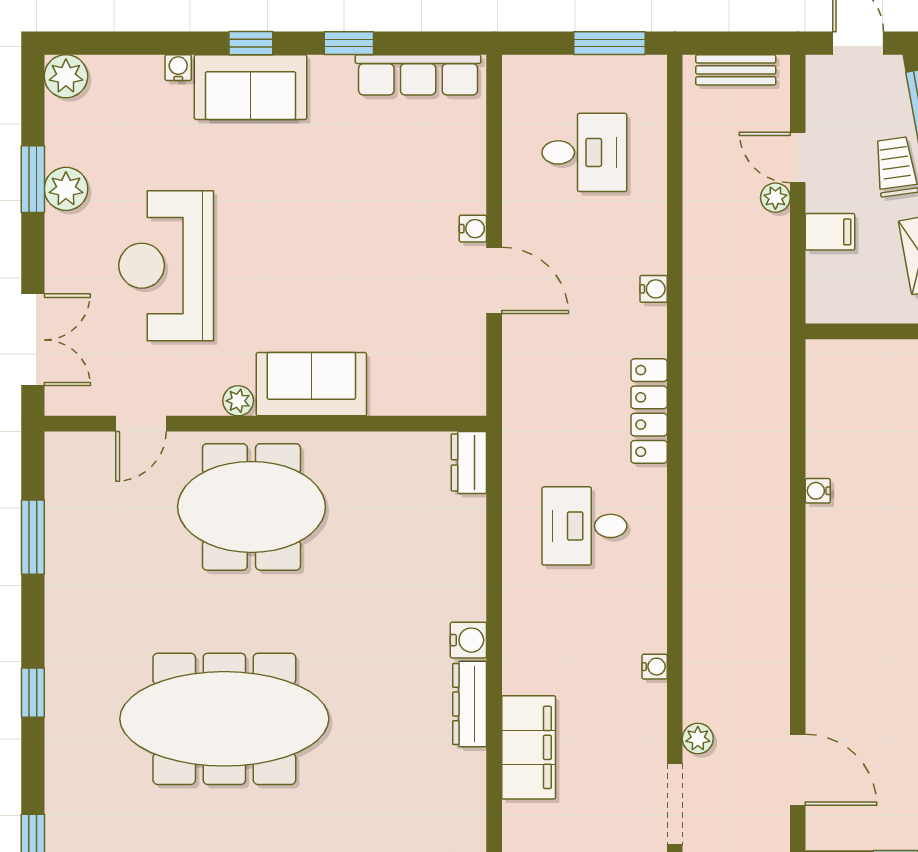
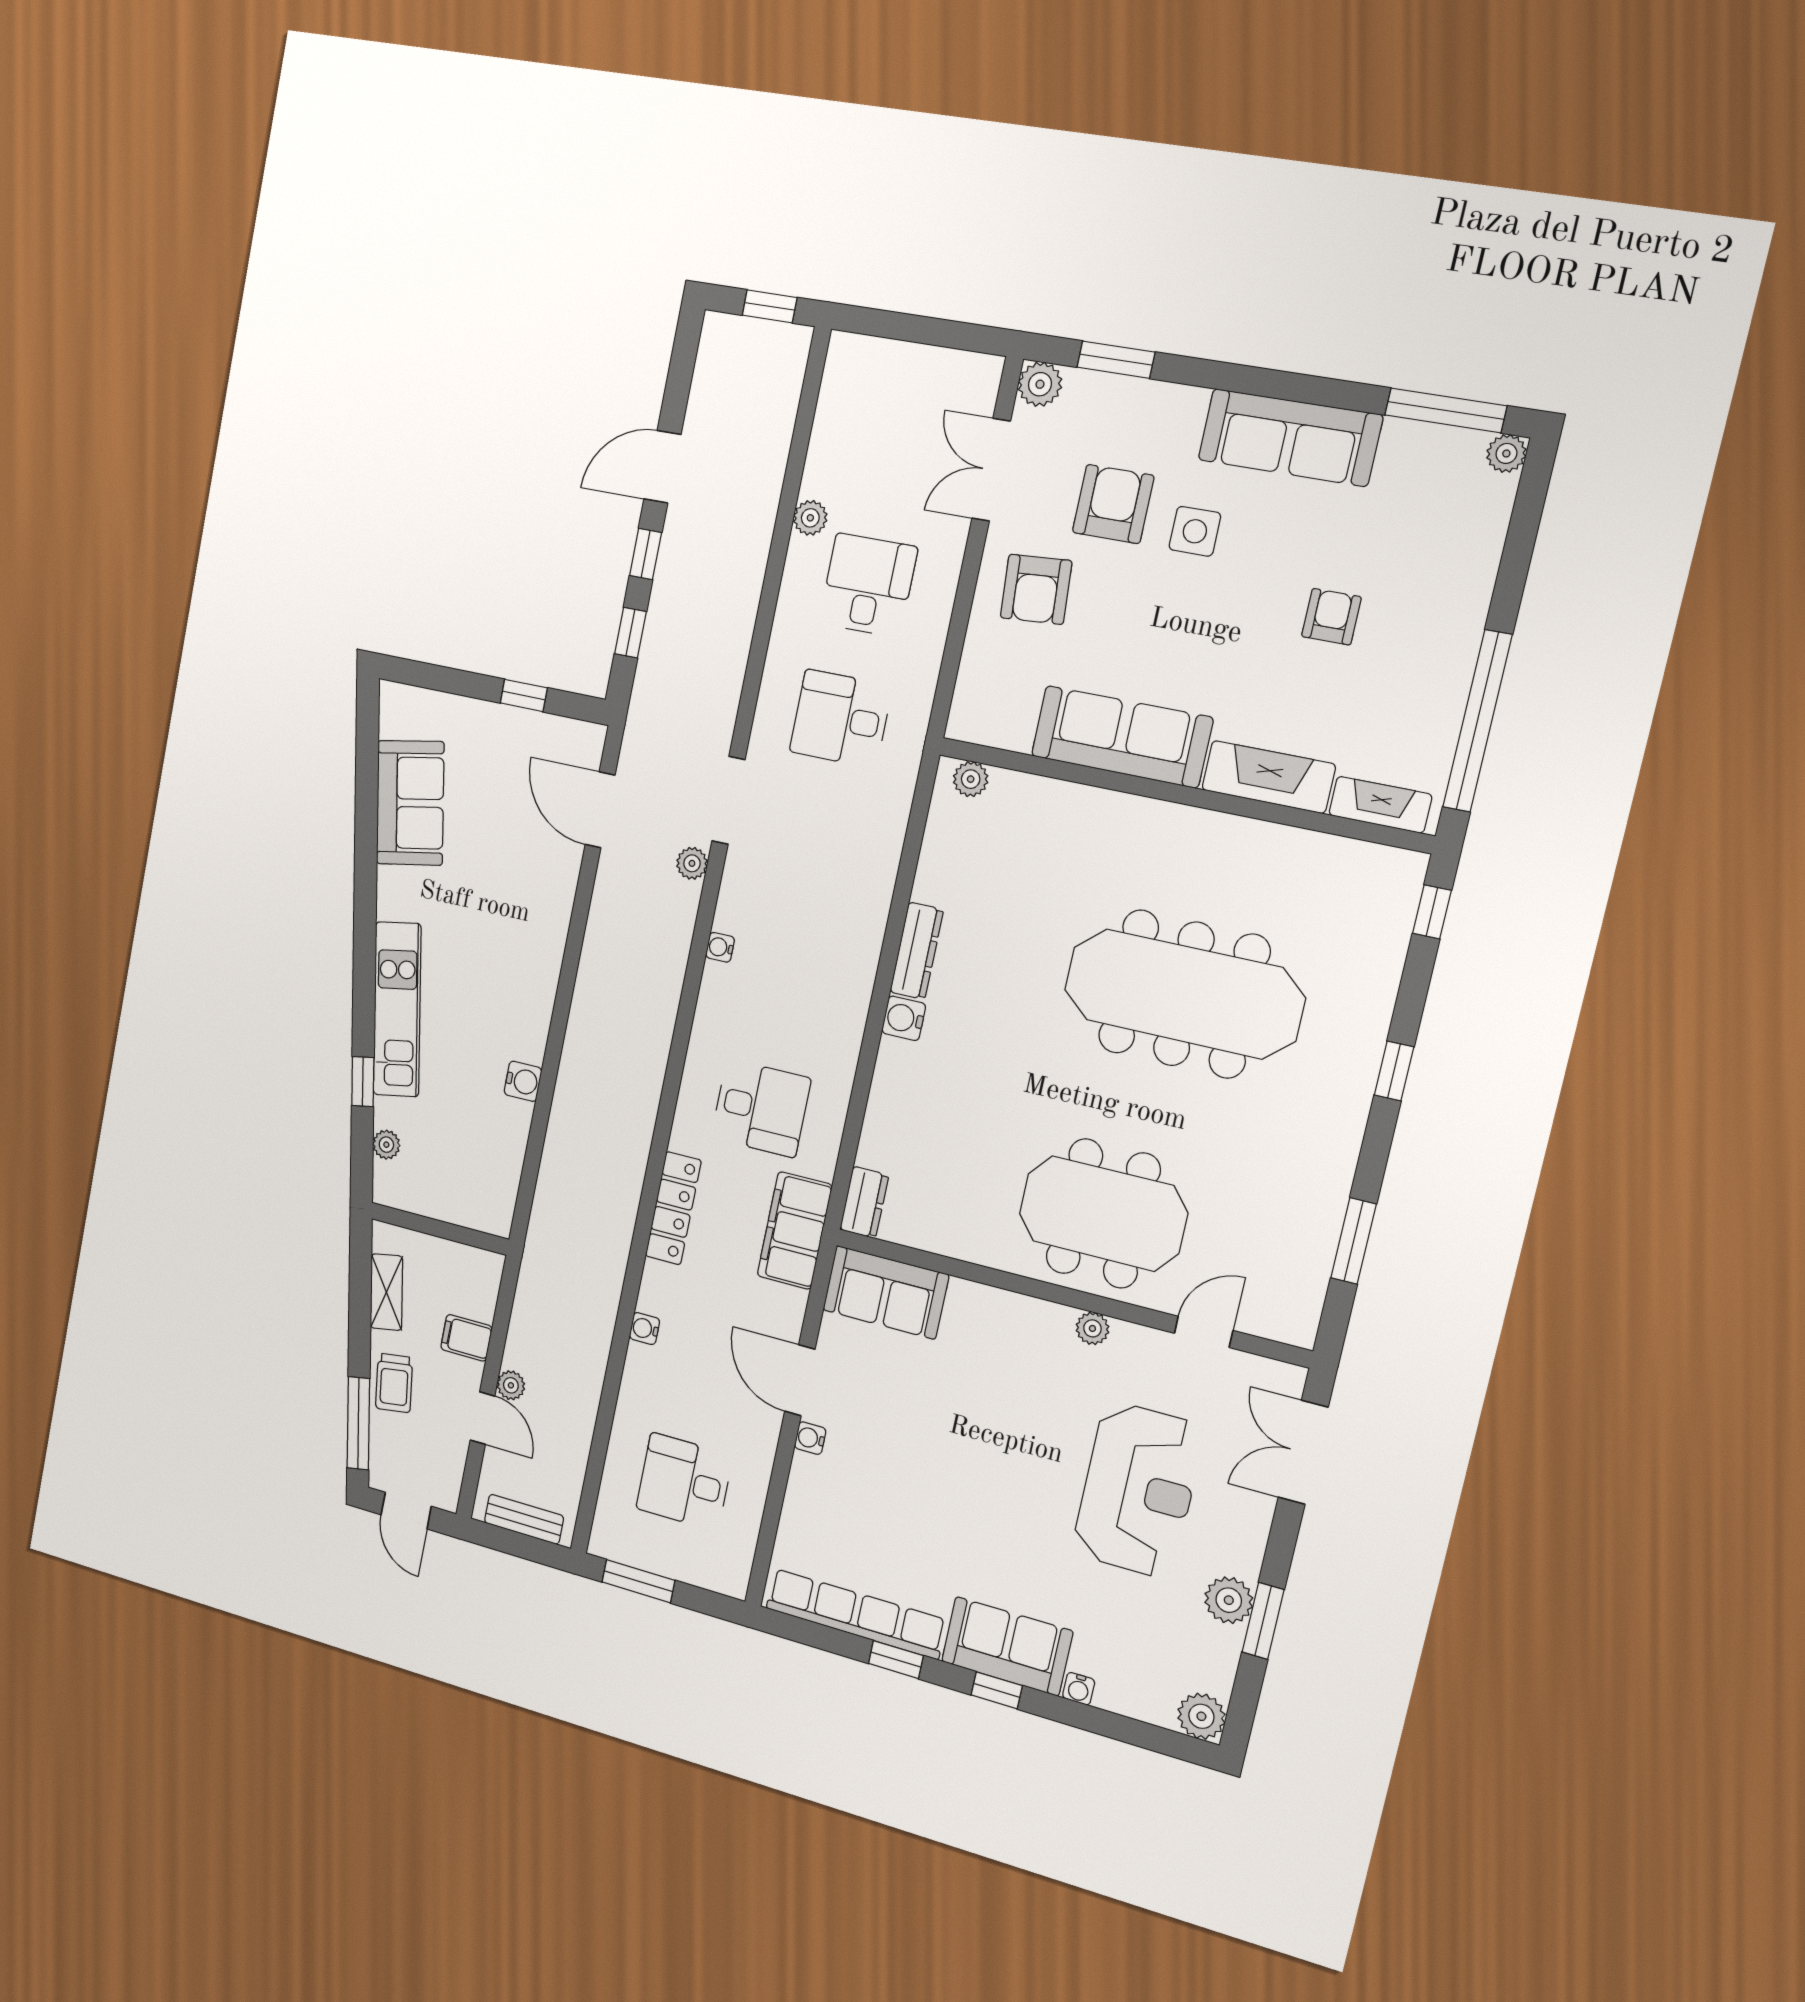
row of seats: (418, 75) -> (856, 1614), width x1.36
sofa: (311, 384) -> (886, 1292), moved
water cooler: (818, 491) -> (523, 1081), width x1.38, depth x1.38
filing cabinet: (529, 747) -> (795, 1230), moved

